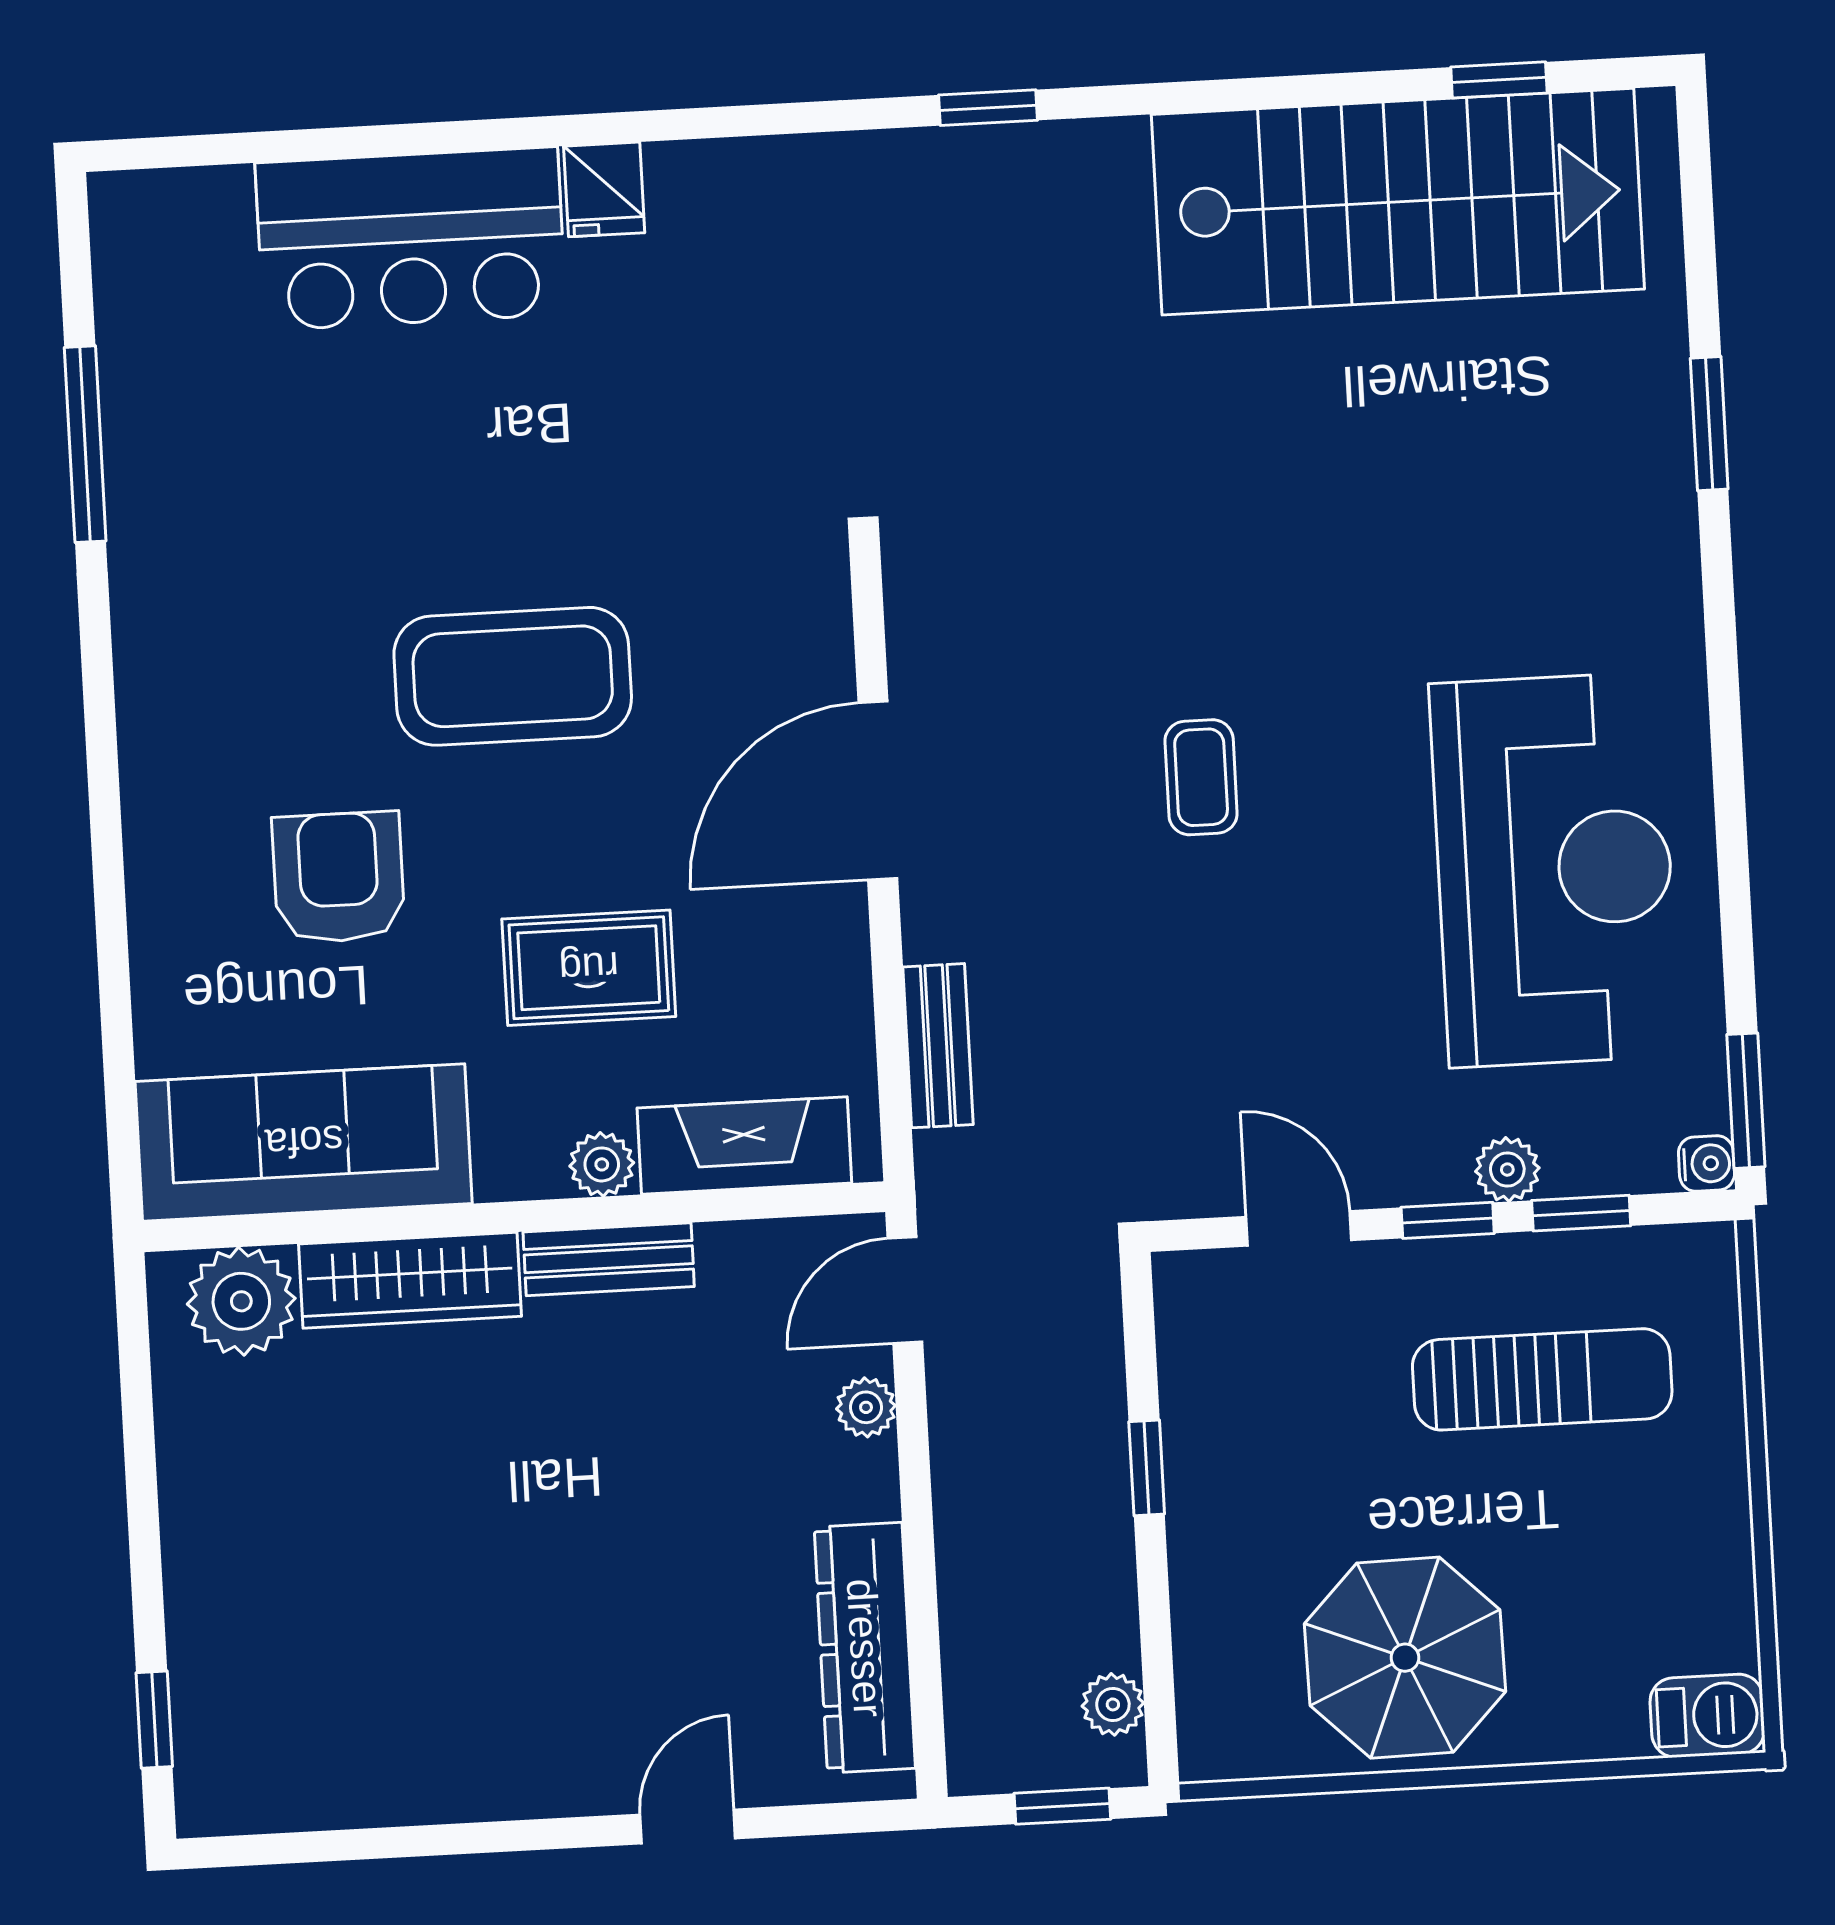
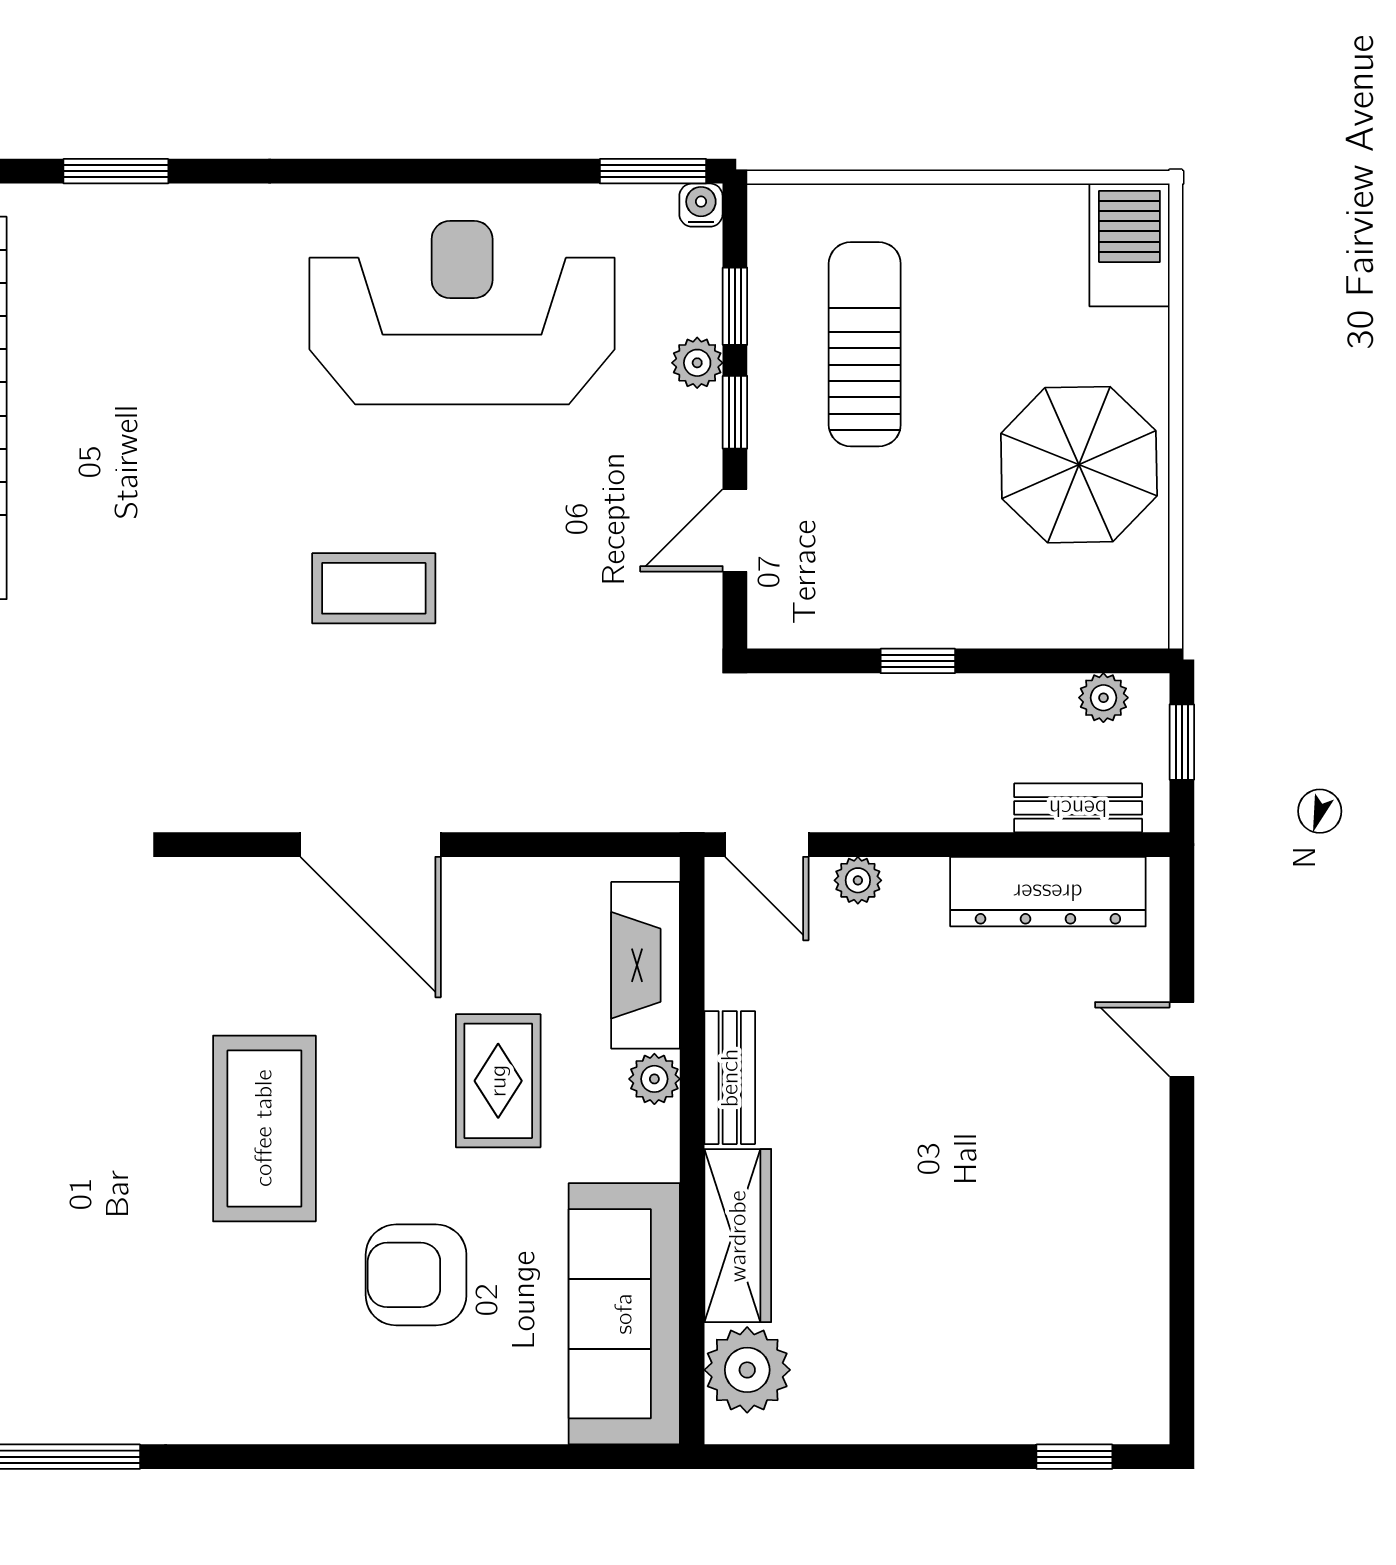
coffee table: (1201, 777) -> (374, 588), width x1.36, depth x1.30
bench: (938, 1046) -> (1078, 808), moved
barbecue: (1707, 1716) -> (1129, 245), width x1.38, depth x1.27

